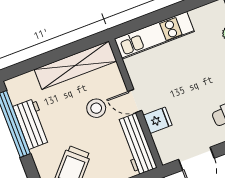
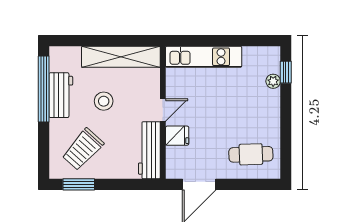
door: (135, 101) -> (163, 110), swing flipped
stool: (96, 108) -> (104, 101), moved

